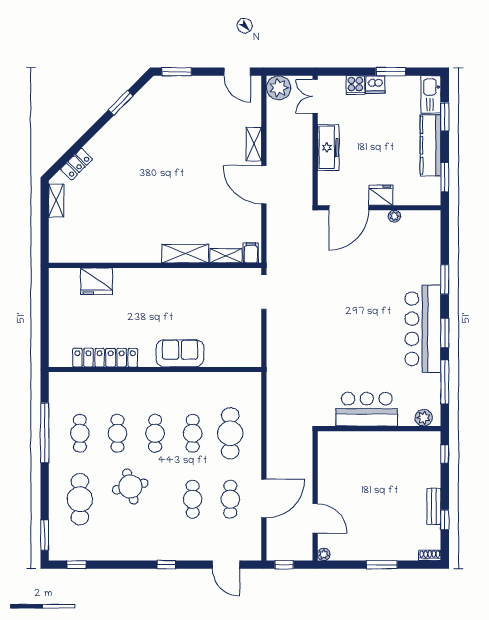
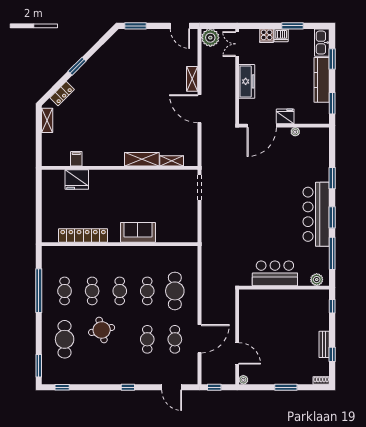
window: (121, 103) -> (77, 66), moved
filing cabinet: (251, 253) -> (76, 159), moved

